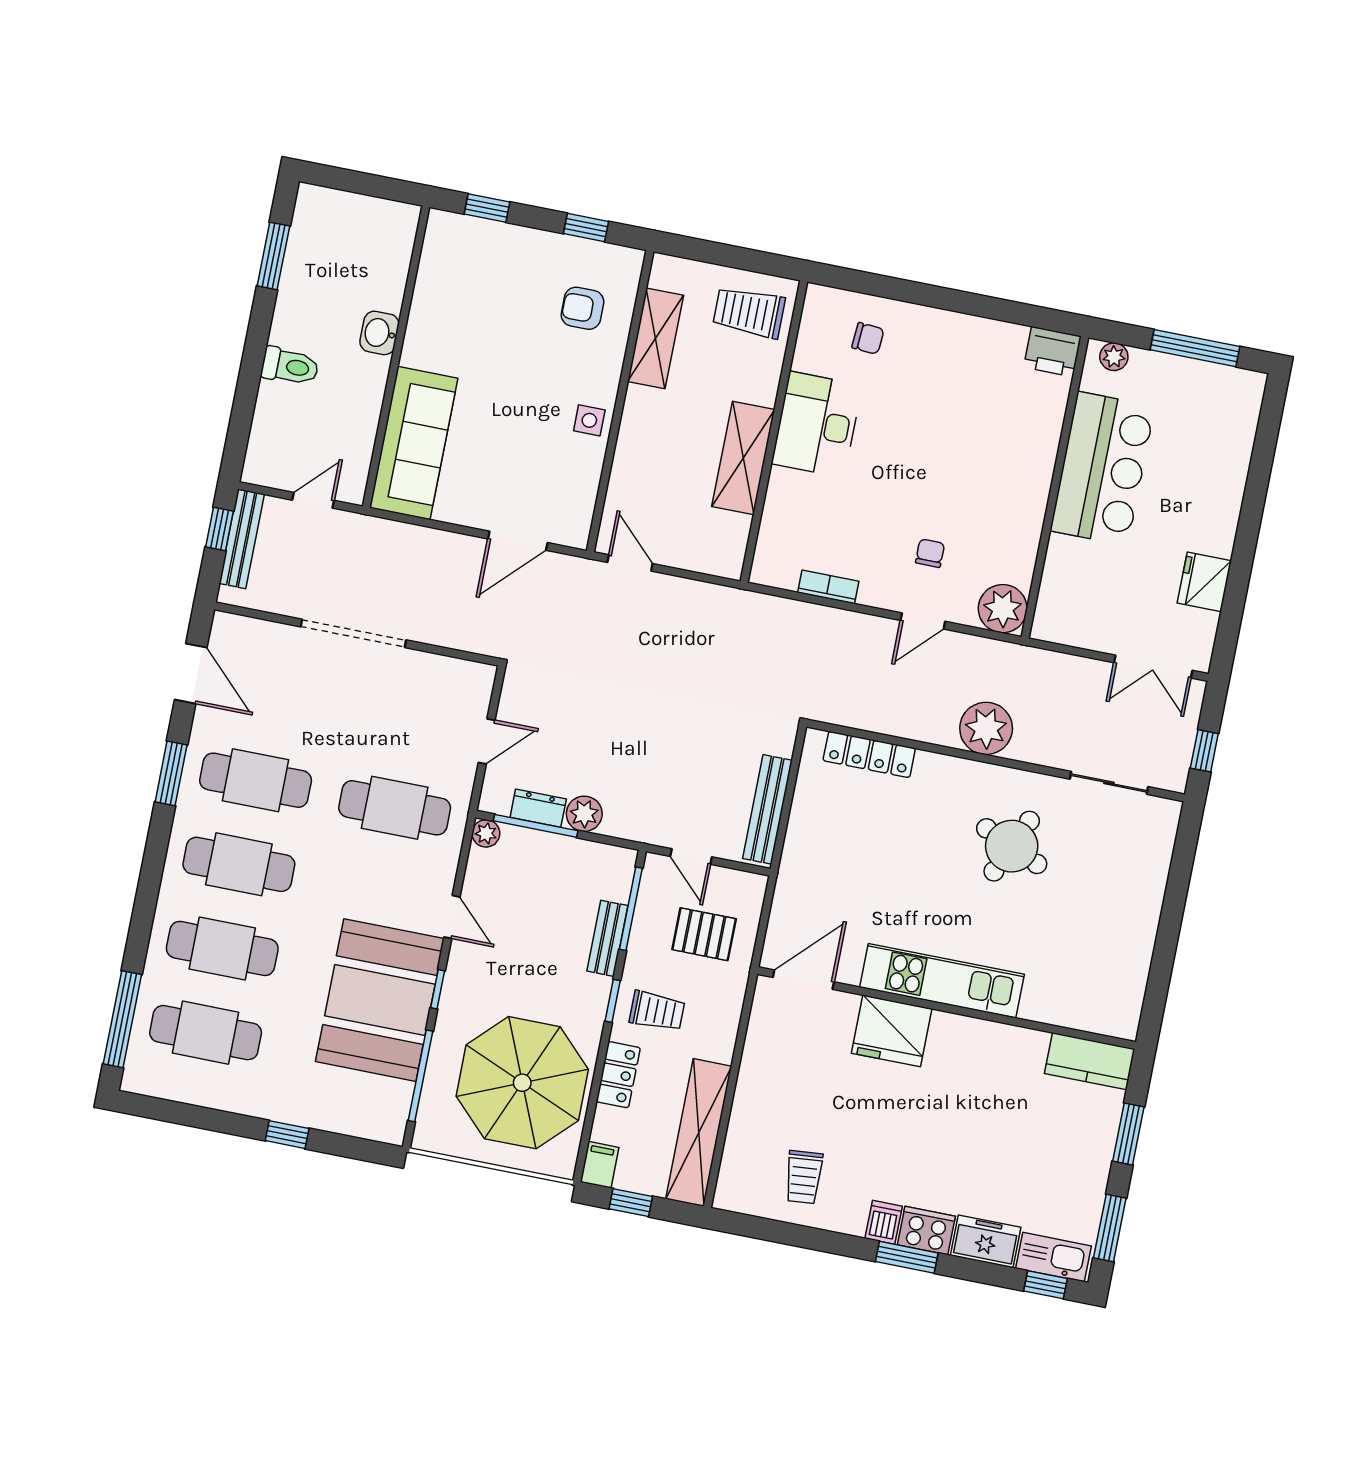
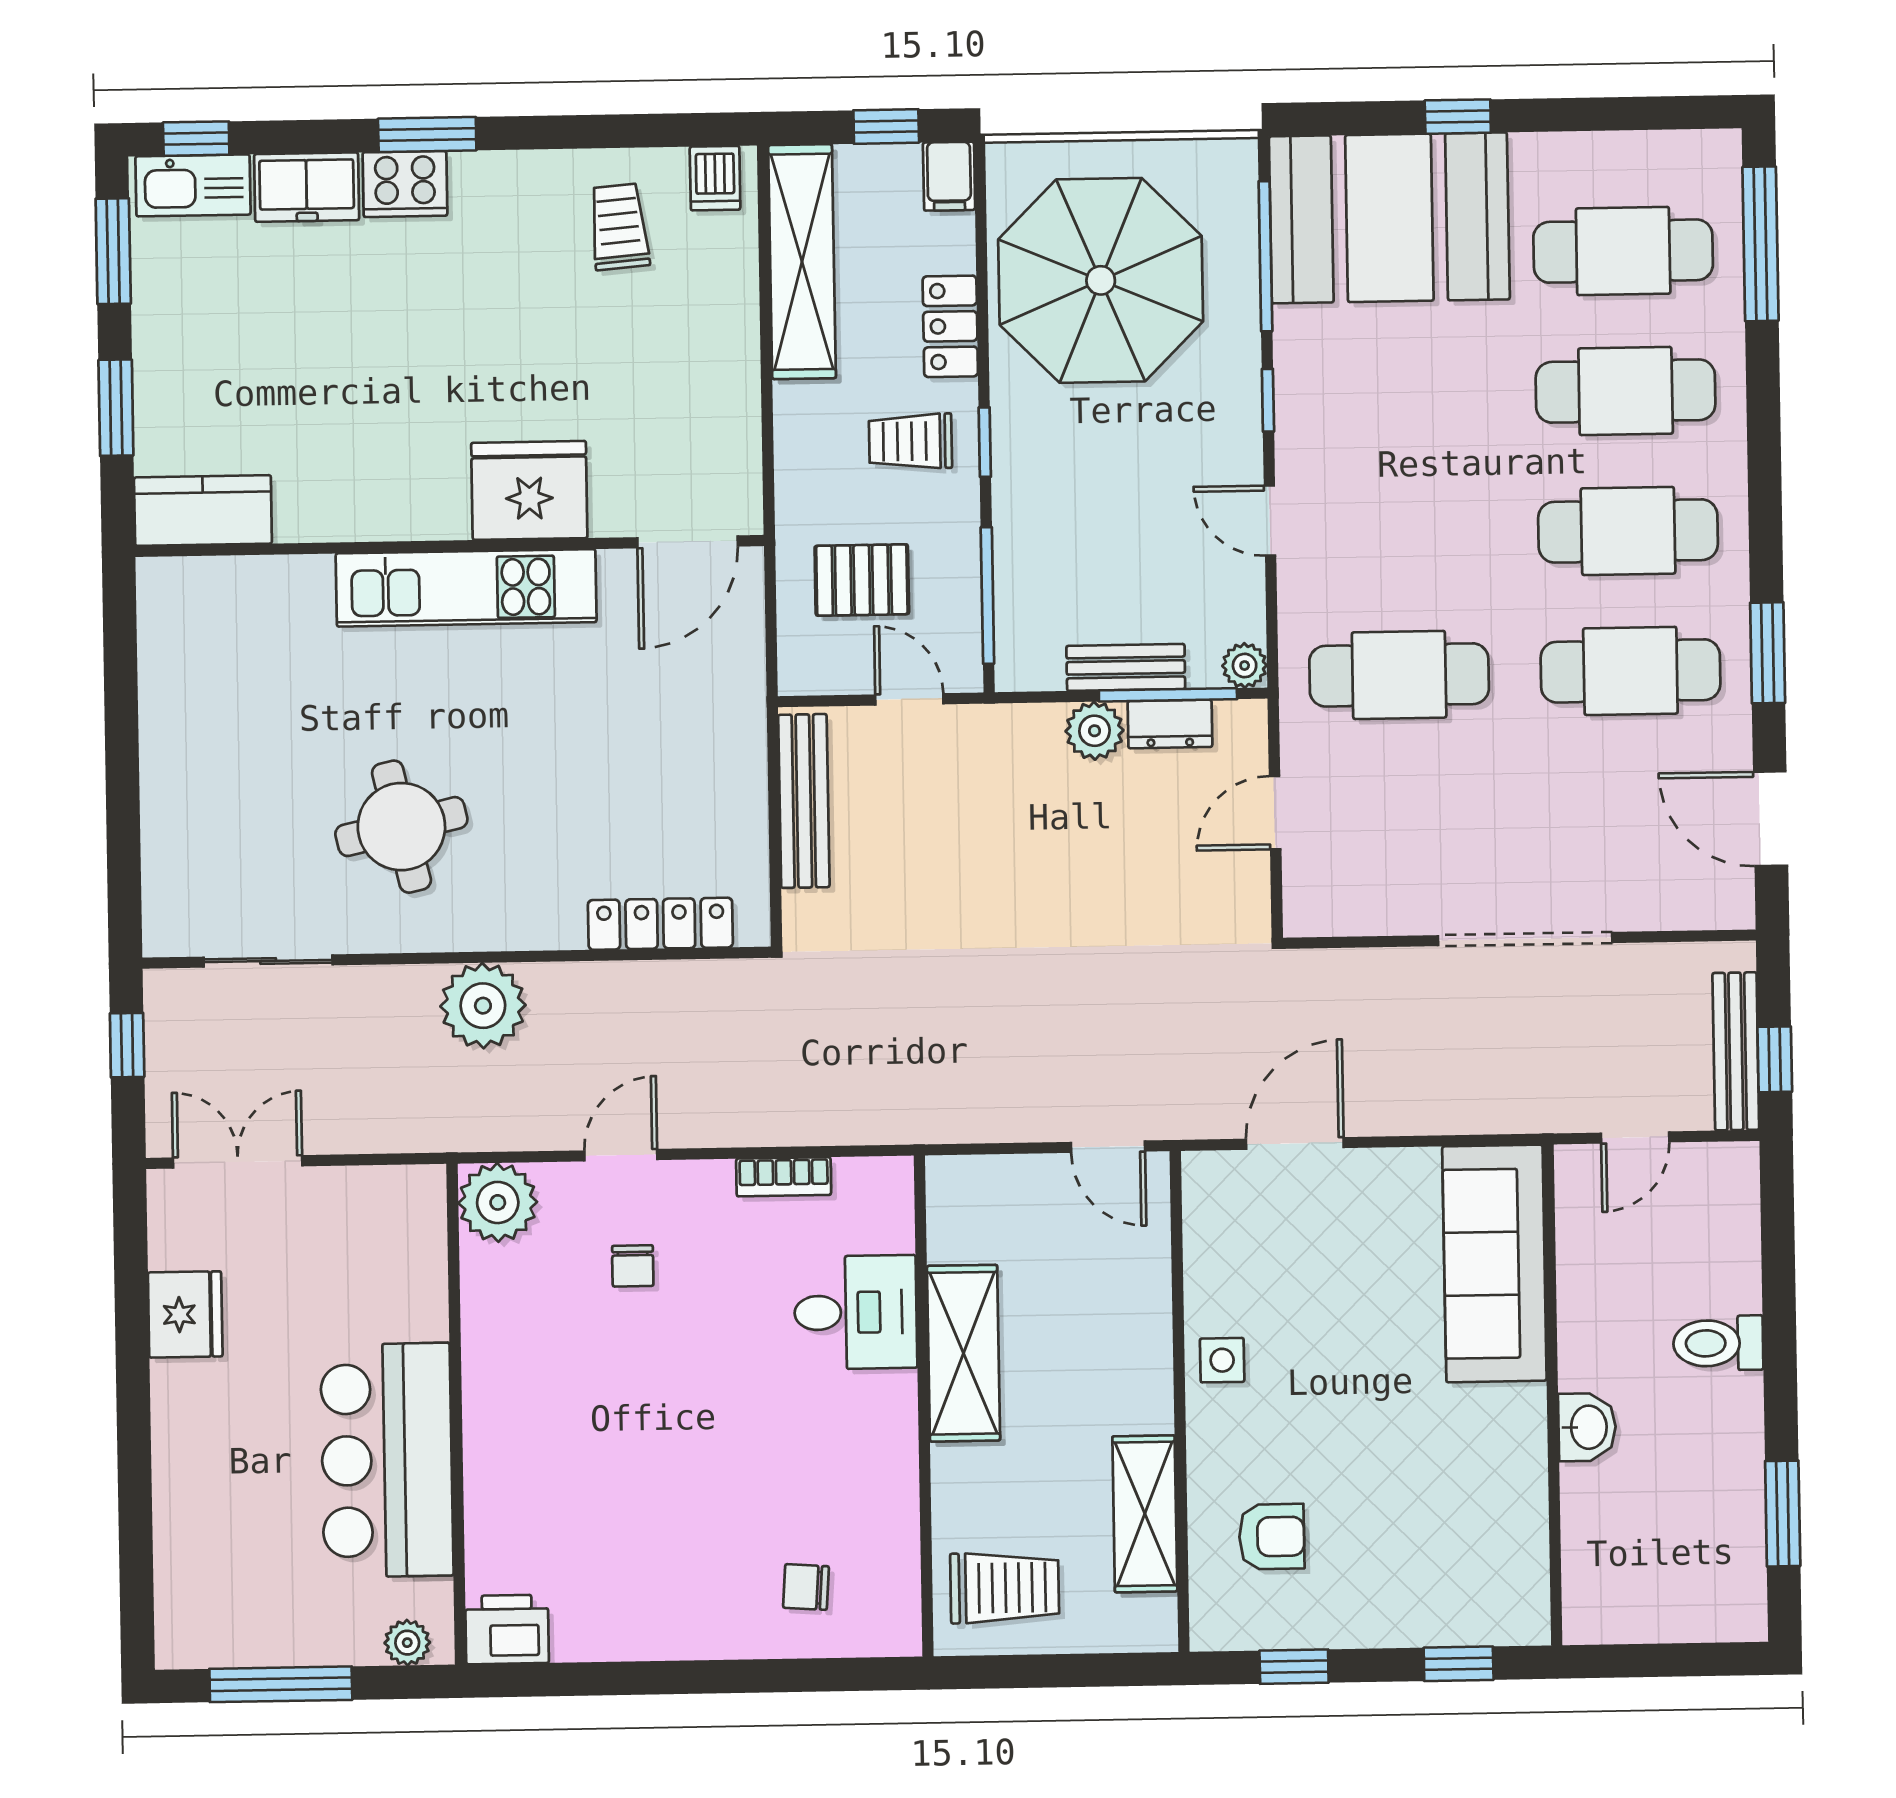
desk: (817, 424) -> (856, 1312), moved, width x0.73
round table: (1012, 846) -> (401, 827), turned -37
bench: (607, 938) -> (1126, 667), moved, turned 90
booth: (380, 1000) -> (1389, 218), moved, turned 90
dishwasher: (884, 1222) -> (715, 178), moved

